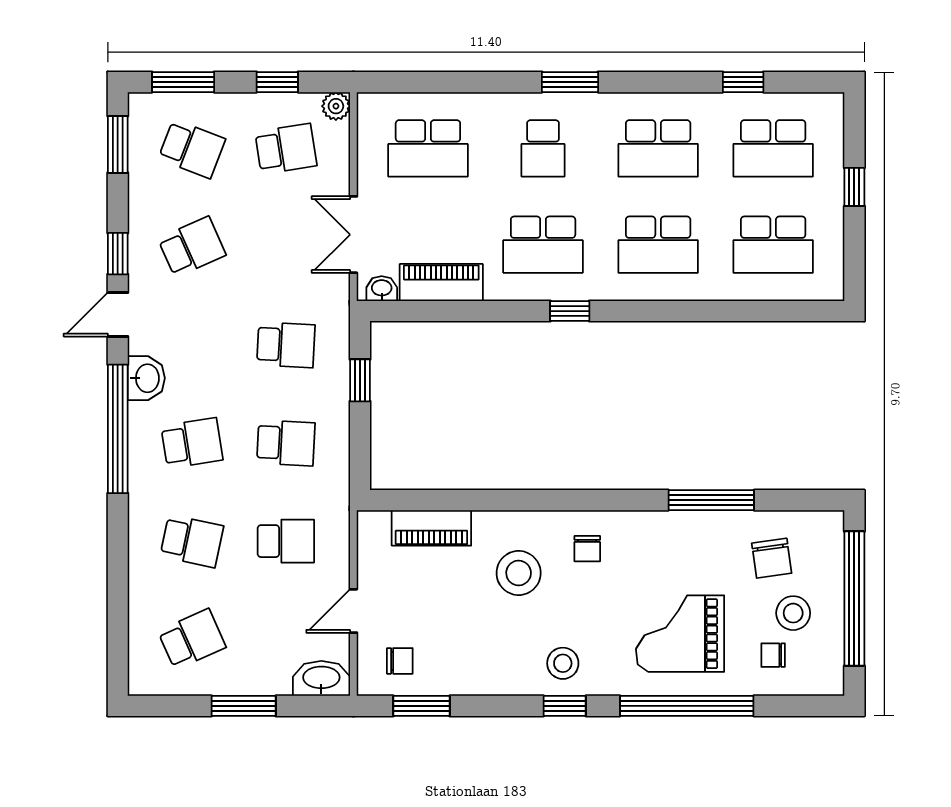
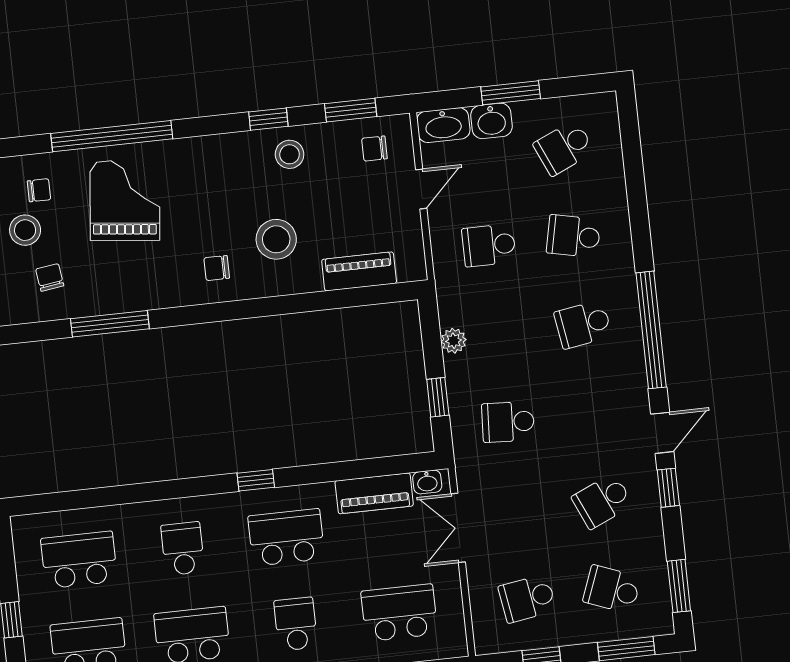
plant: (336, 106) -> (454, 341), moved
double door: (353, 235) -> (458, 528), swing flipped
school desk: (658, 245) -> (183, 549), width x0.54
washbasin: (146, 378) -> (491, 121), moved, turned -90
school desk: (286, 443) -> (498, 334), removed
chair: (587, 549) -> (217, 268), turned -90
chair: (772, 558) -> (50, 277), width x0.73, depth x0.73
grand piano: (680, 634) -> (125, 201), turned -84
stool: (563, 663) -> (290, 154), moved
window: (565, 706) -> (268, 119), moved

